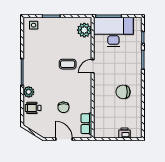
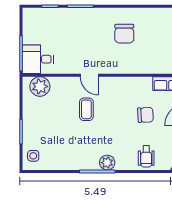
desk: (113, 32) -> (38, 59), width x0.53, depth x0.77
plant: (29, 92) -> (107, 163), moved

